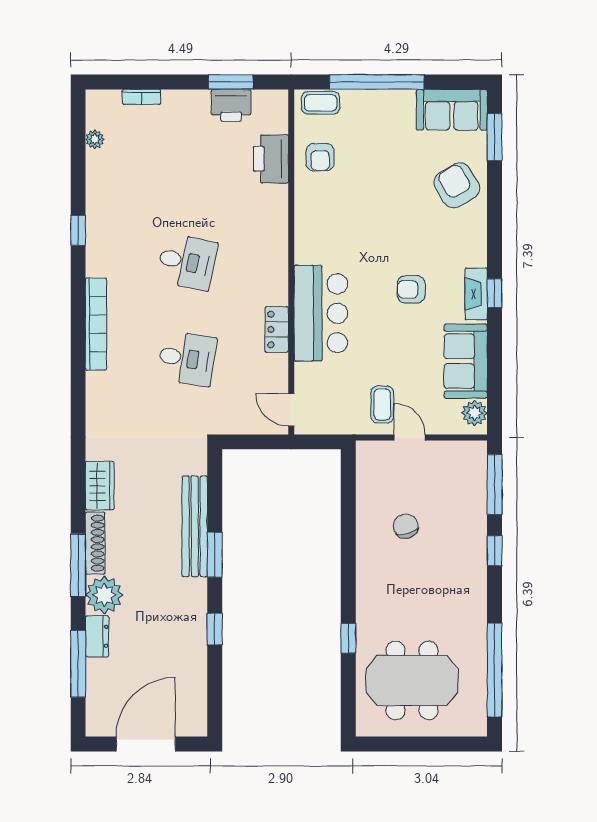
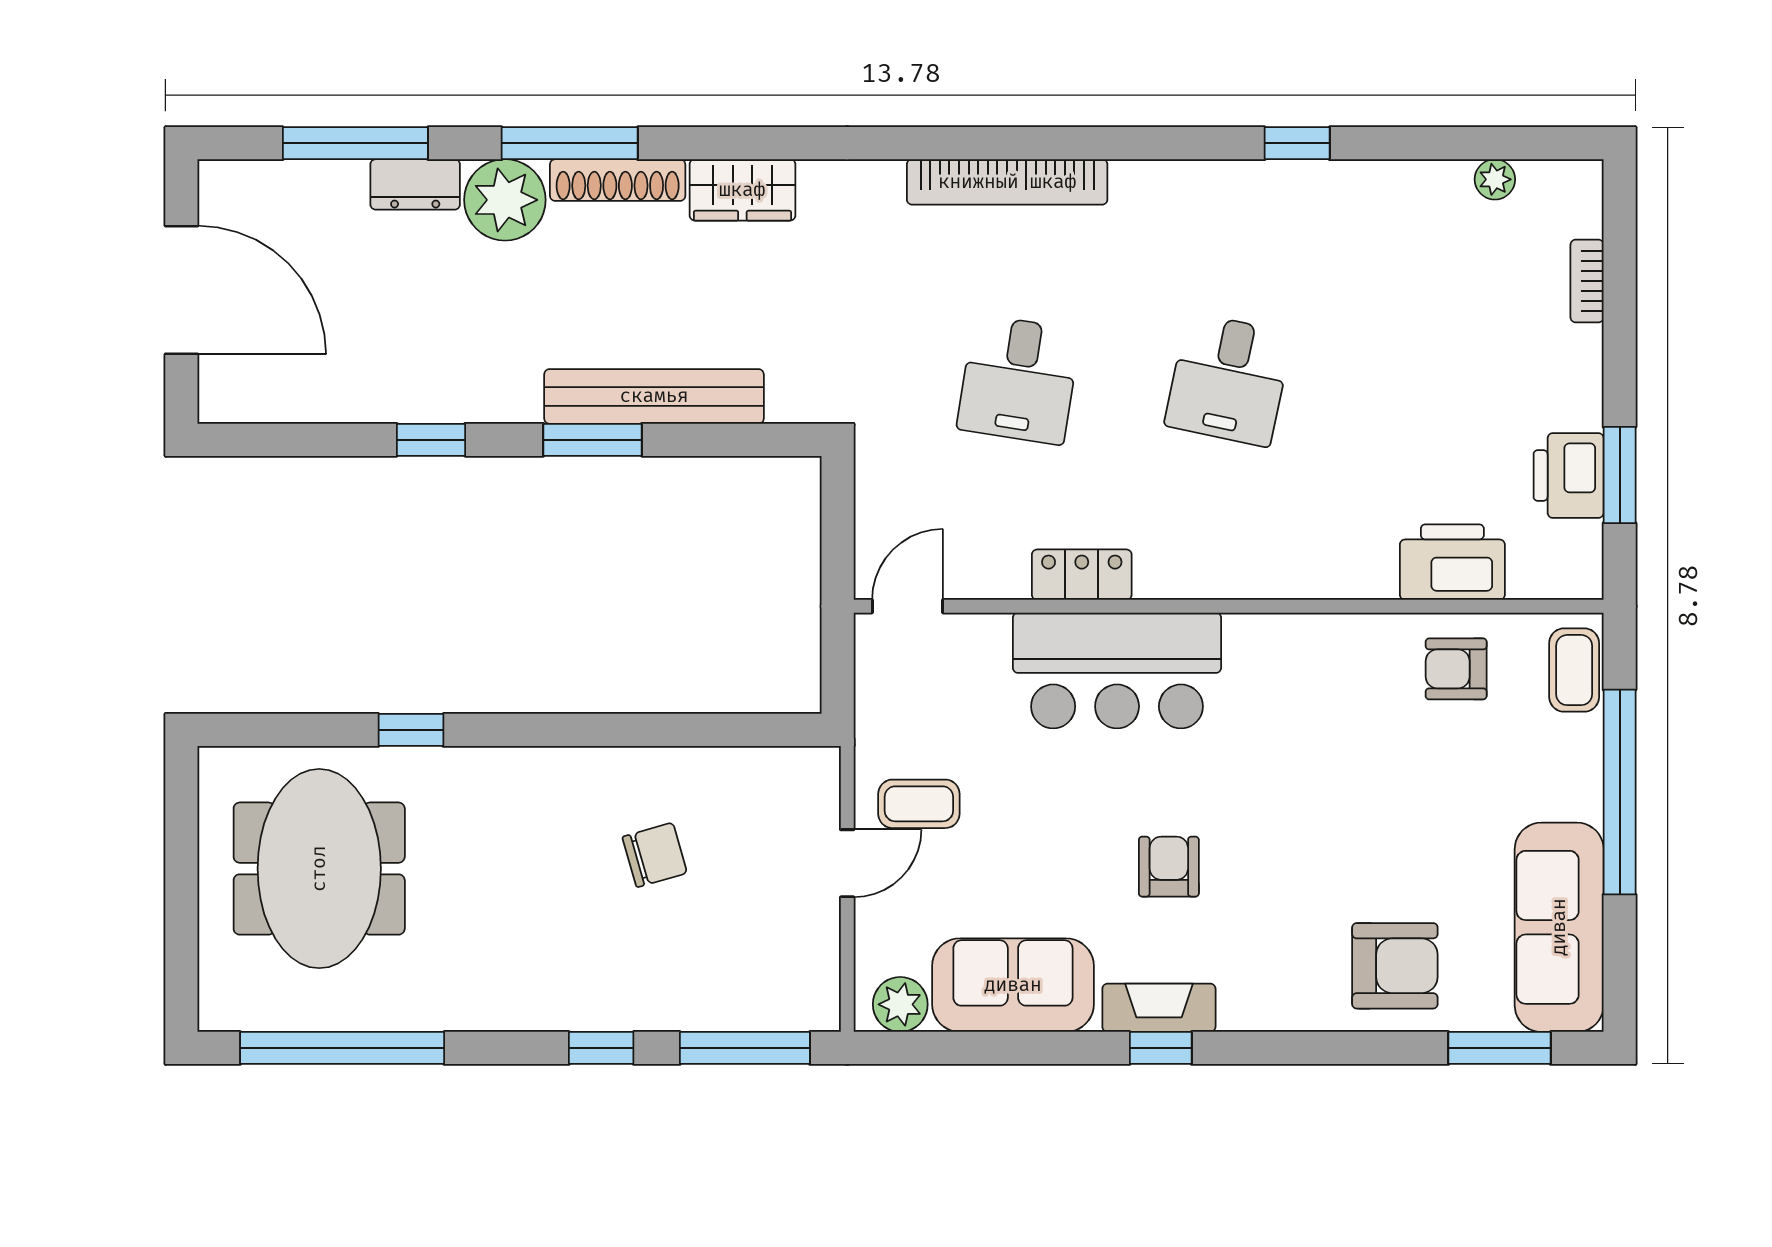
sofa: (452, 110) -> (1559, 927), width x1.36
armchair: (457, 185) -> (1395, 966), turned 31
bookcase: (96, 324) -> (1007, 182), moved

